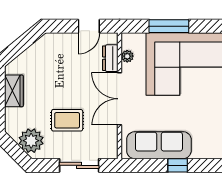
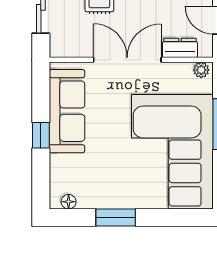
plant: (127, 56) -> (201, 70), moved

